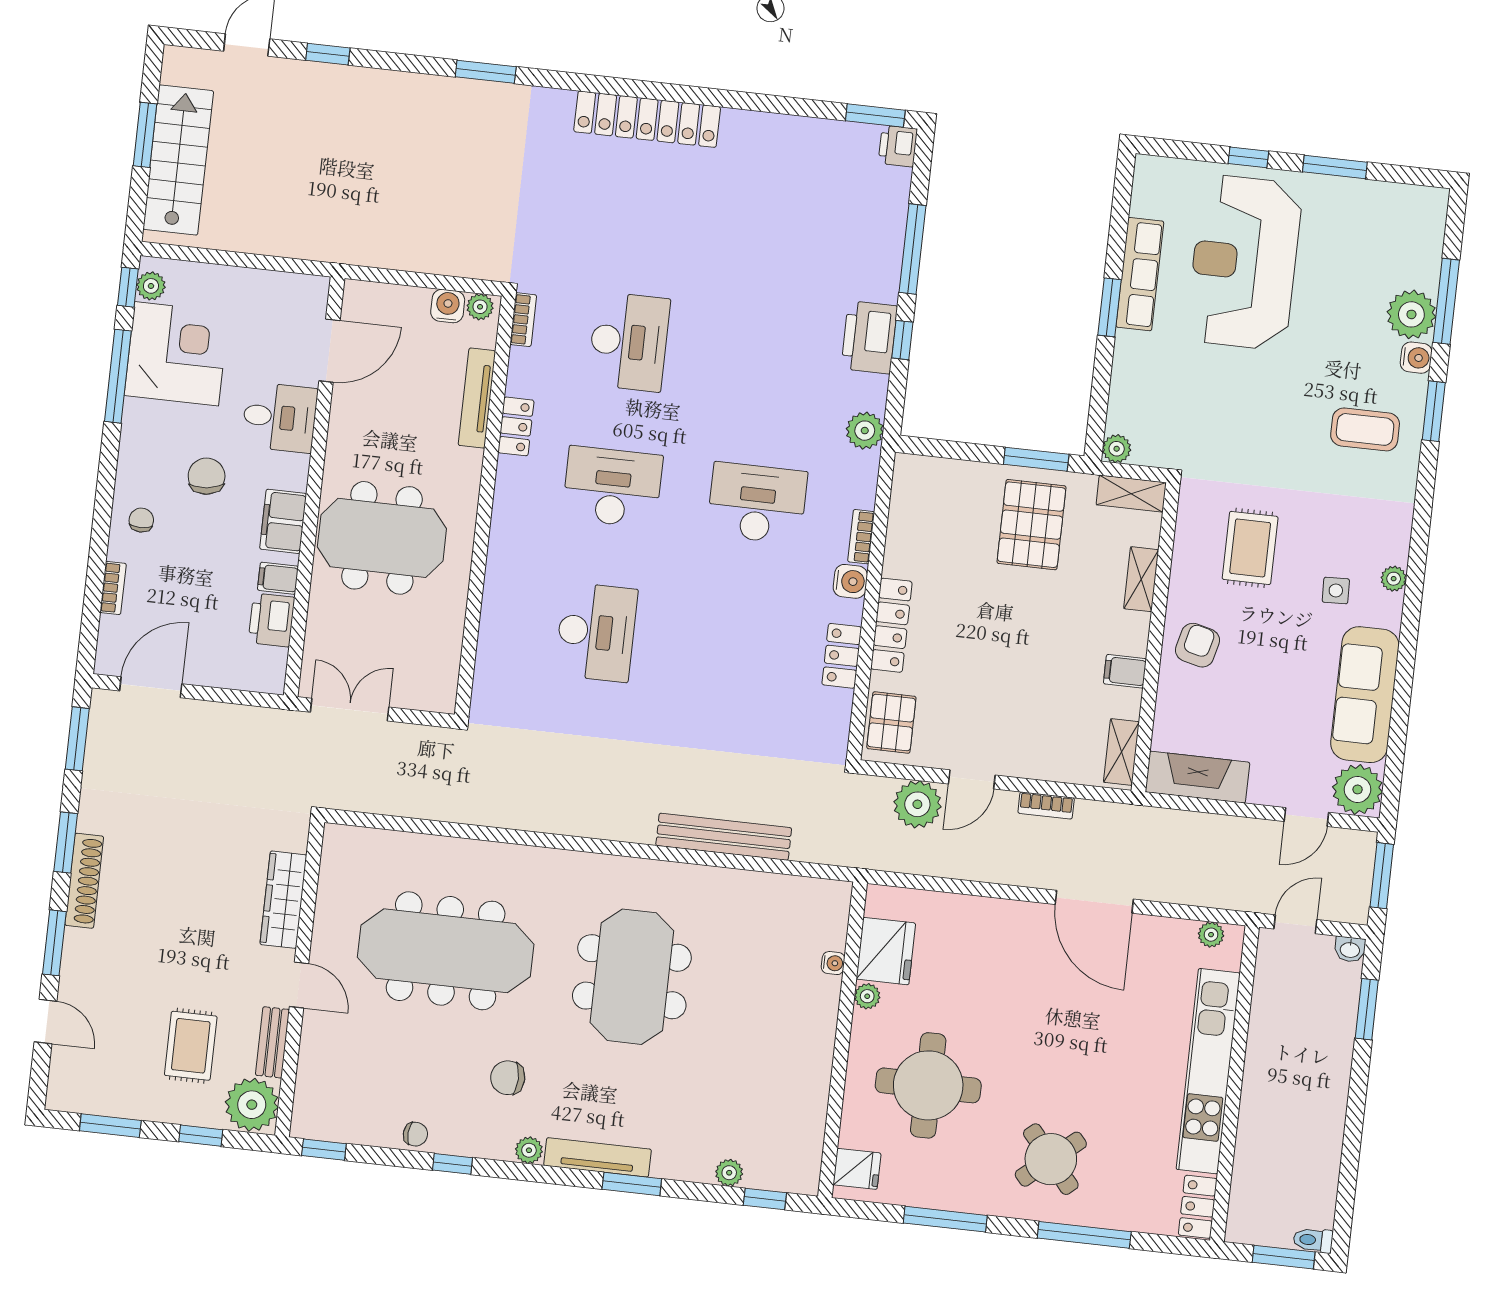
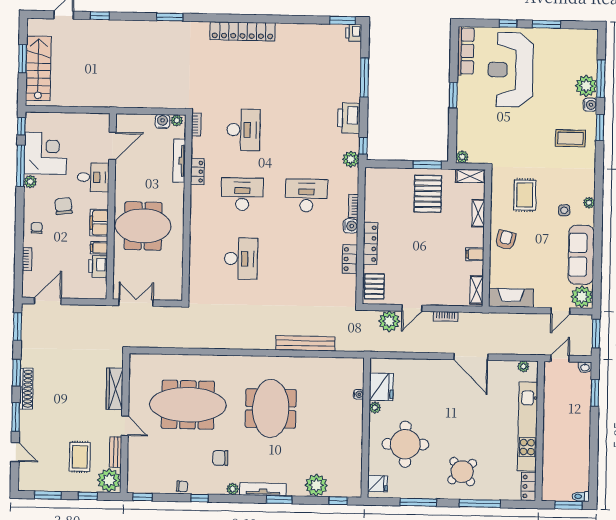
row of seats: (1140, 274) -> (466, 51), moved
plant: (151, 286) -> (30, 182), moved
window: (902, 340) -> (363, 146), moved
plant: (729, 1173) -> (316, 485), width x1.88, depth x1.88

